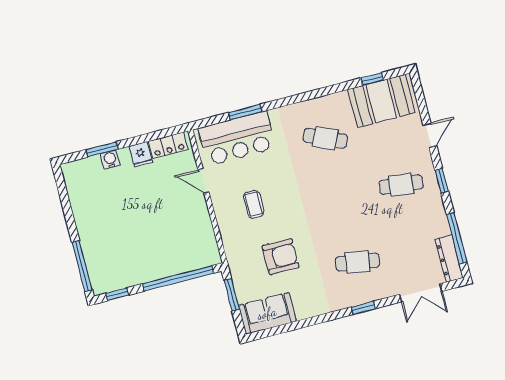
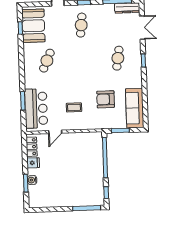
armchair: (280, 257) -> (106, 99), turned -90
sofa: (267, 313) -> (135, 108), width x1.36

